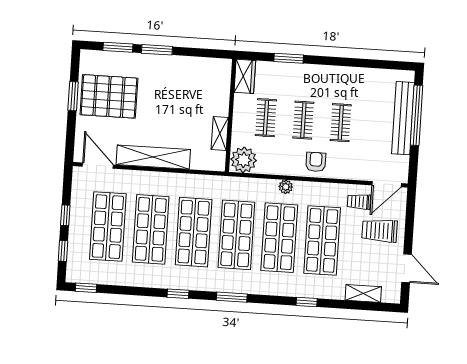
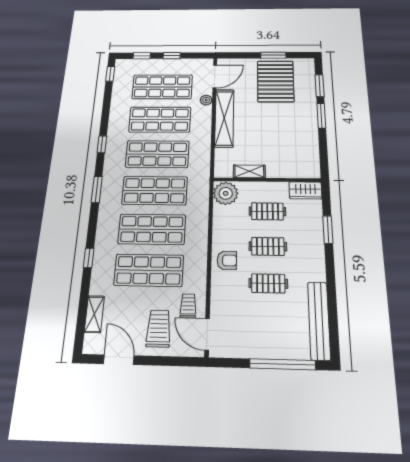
bench: (403, 118) -> (319, 320), moved, turned 90
plant: (286, 187) -> (206, 100), moved
door: (407, 268) -> (119, 360), swing flipped

